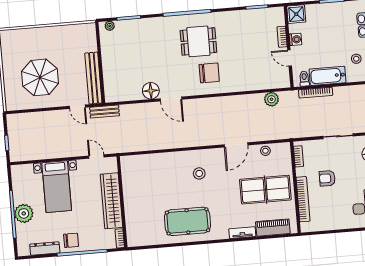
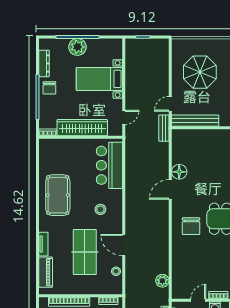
bar counter: (150, 168) -> (109, 165), added
table tennis table: (265, 190) -> (85, 252), moved

